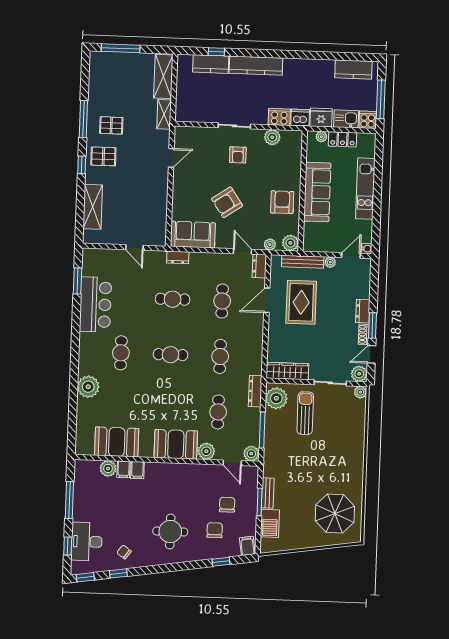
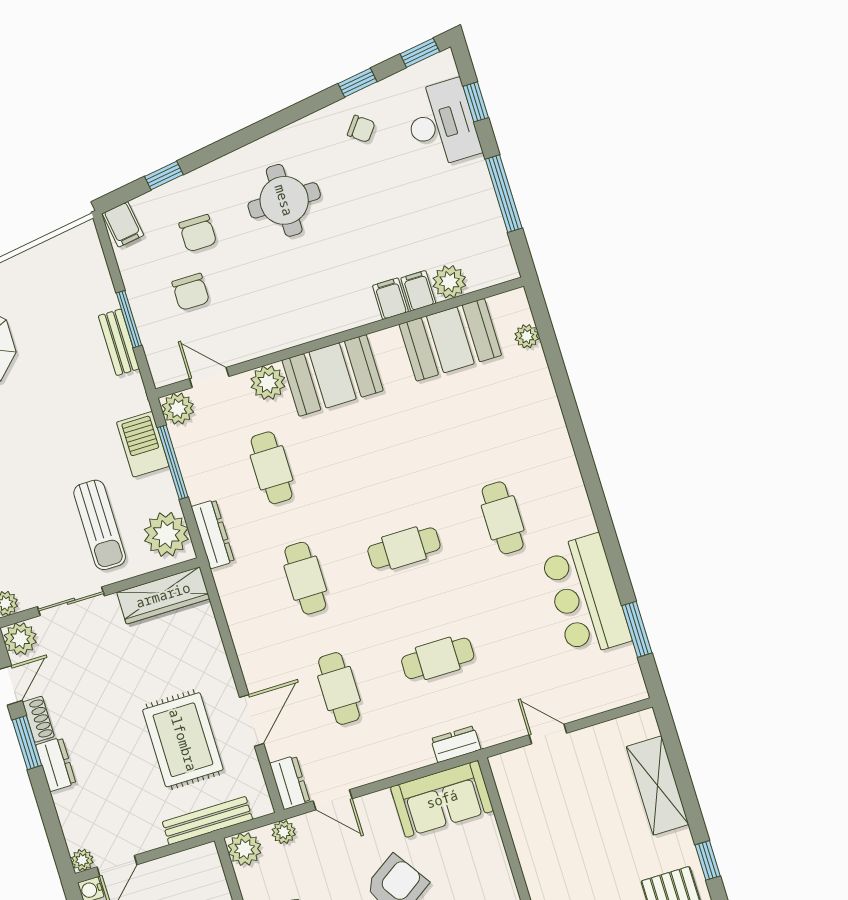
plant: (330, 262) -> (82, 860), moved
plant: (88, 387) -> (527, 336), moved, width x0.53, depth x0.53
barbecue: (270, 523) -> (143, 444), moved

